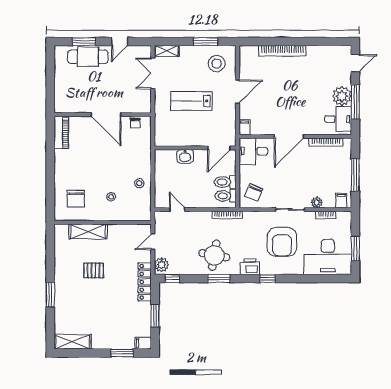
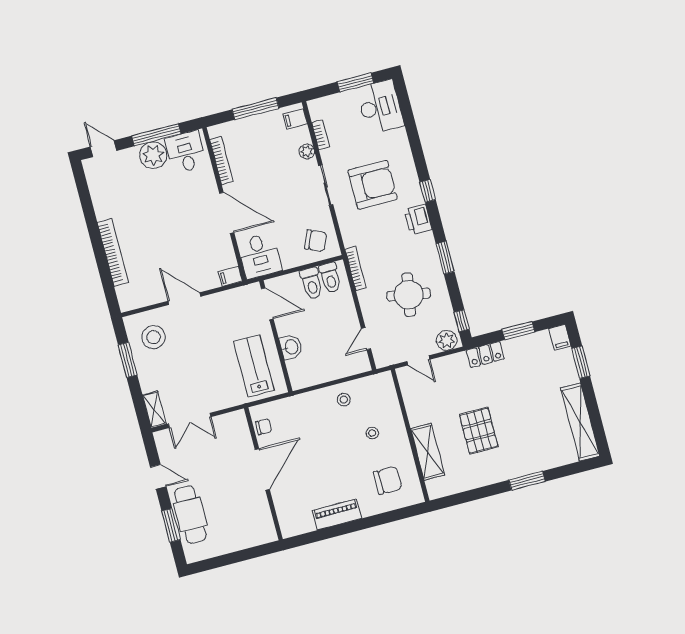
lab bench: (191, 101) -> (254, 366), moved, turned 180
piano: (61, 132) -> (337, 514), moved
round table: (214, 255) -> (409, 295), moved
desk: (328, 257) -> (380, 107), width x0.73, depth x0.77
pallet: (93, 270) -> (479, 431), width x1.50, depth x1.42
locker: (145, 282) -> (485, 355), width x0.66
shelving: (73, 342) -> (580, 422), width x1.47

